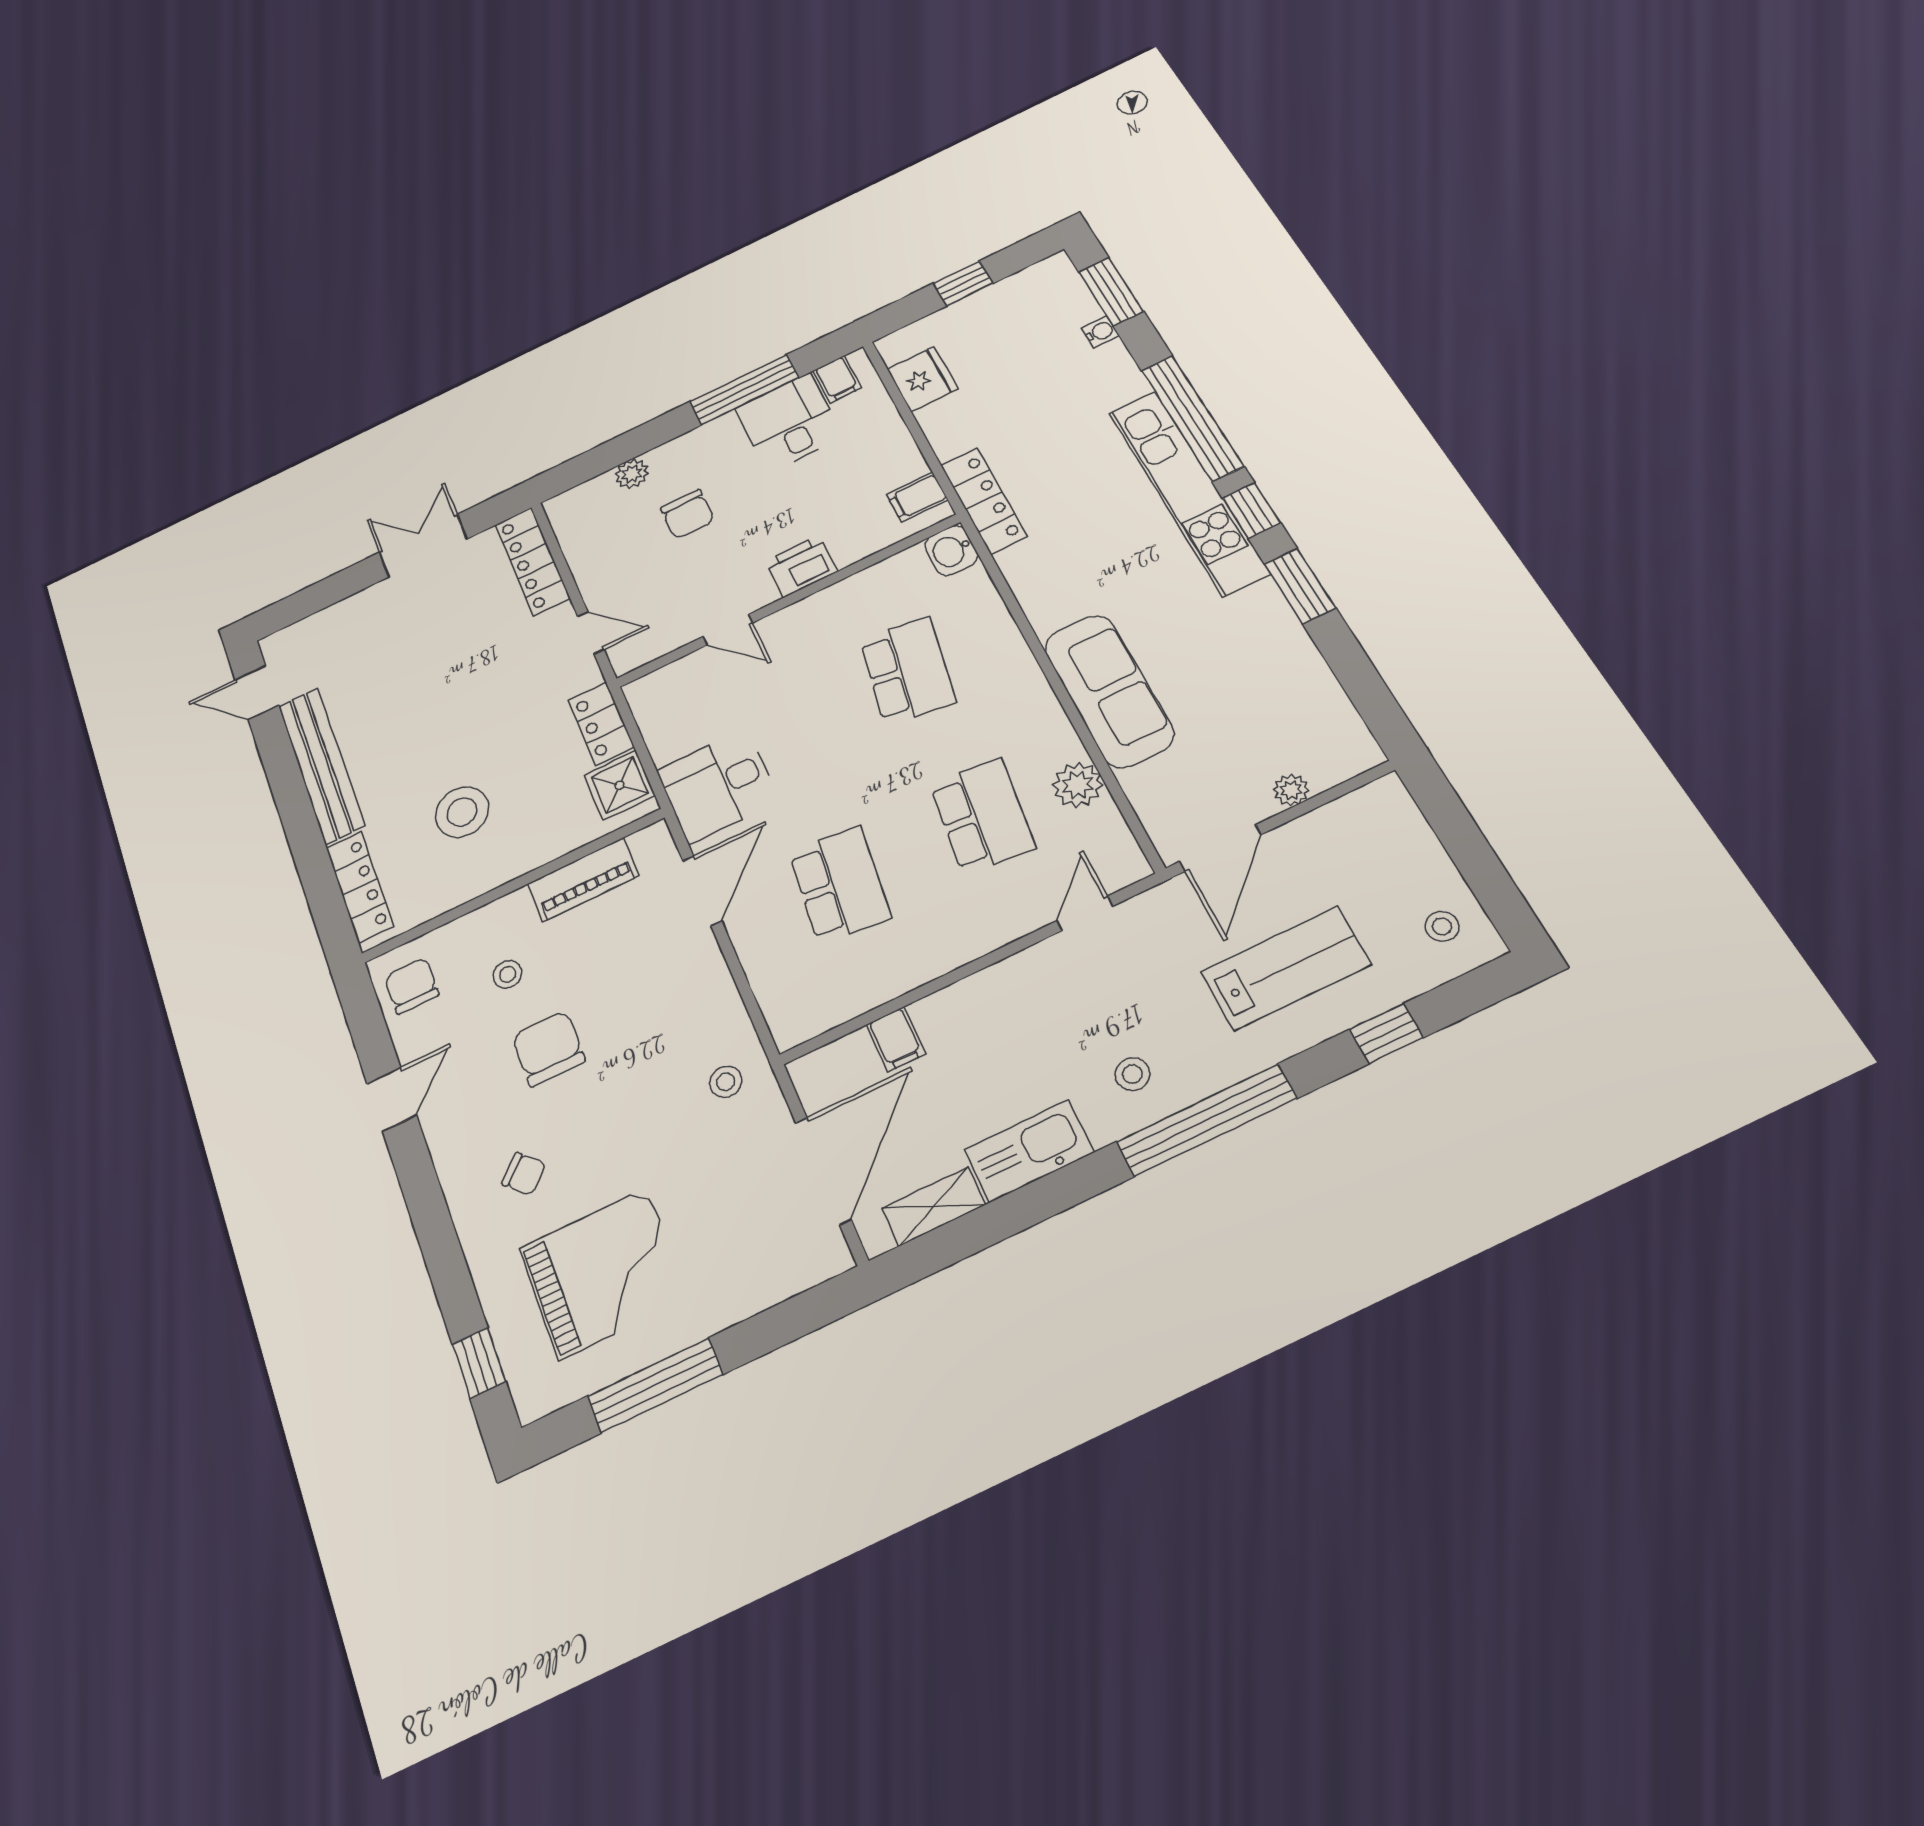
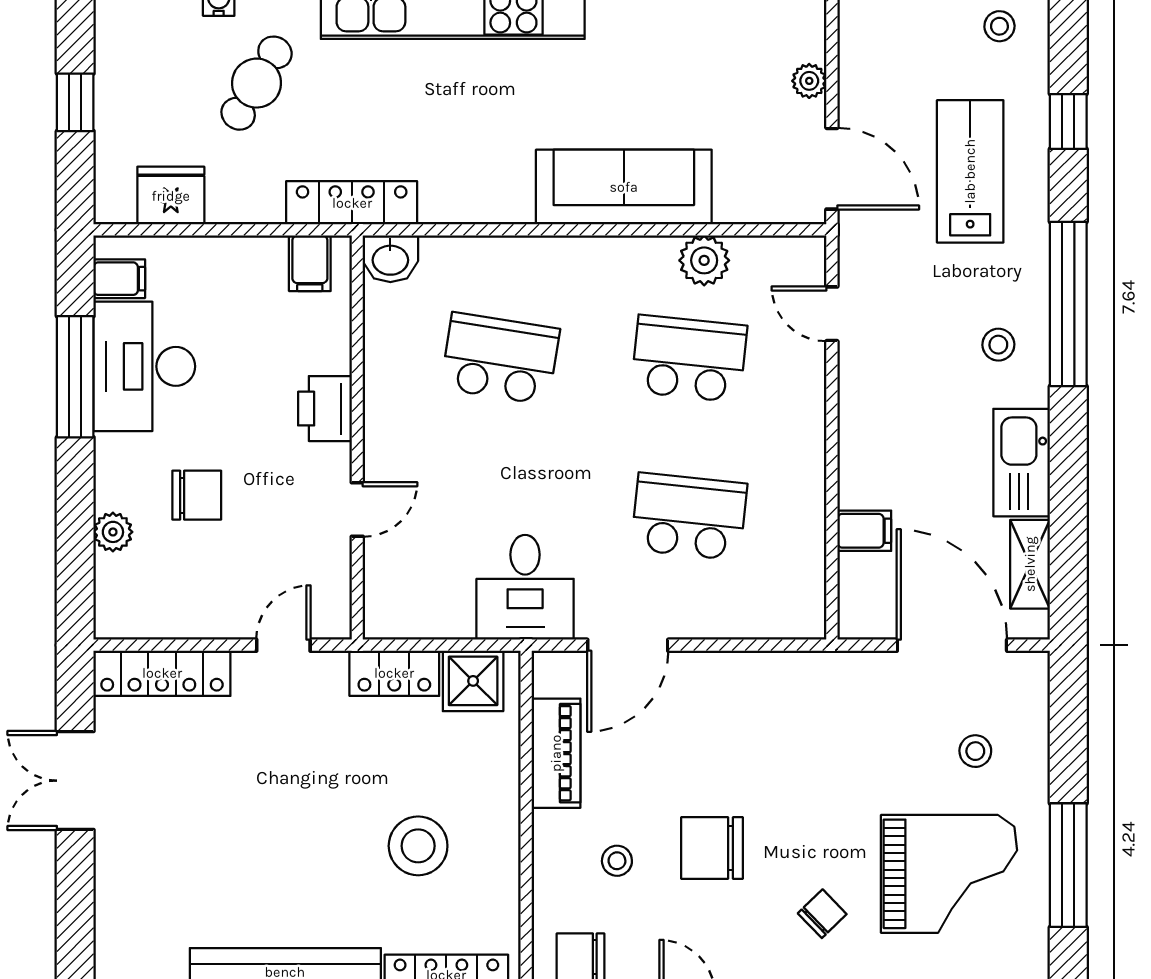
cafe table: (1047, 389) -> (257, 83), added
desk: (789, 422) -> (144, 366), width x1.37
door: (702, 891) -> (628, 645), swing flipped
stool: (726, 1082) -> (975, 751), moved
grand piano: (604, 1273) -> (949, 874), turned 90

